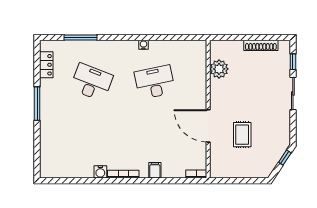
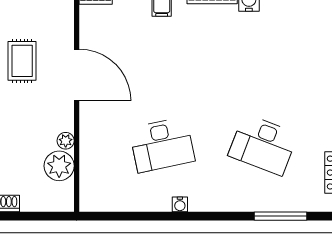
plant: (215, 85) -> (66, 141), added

